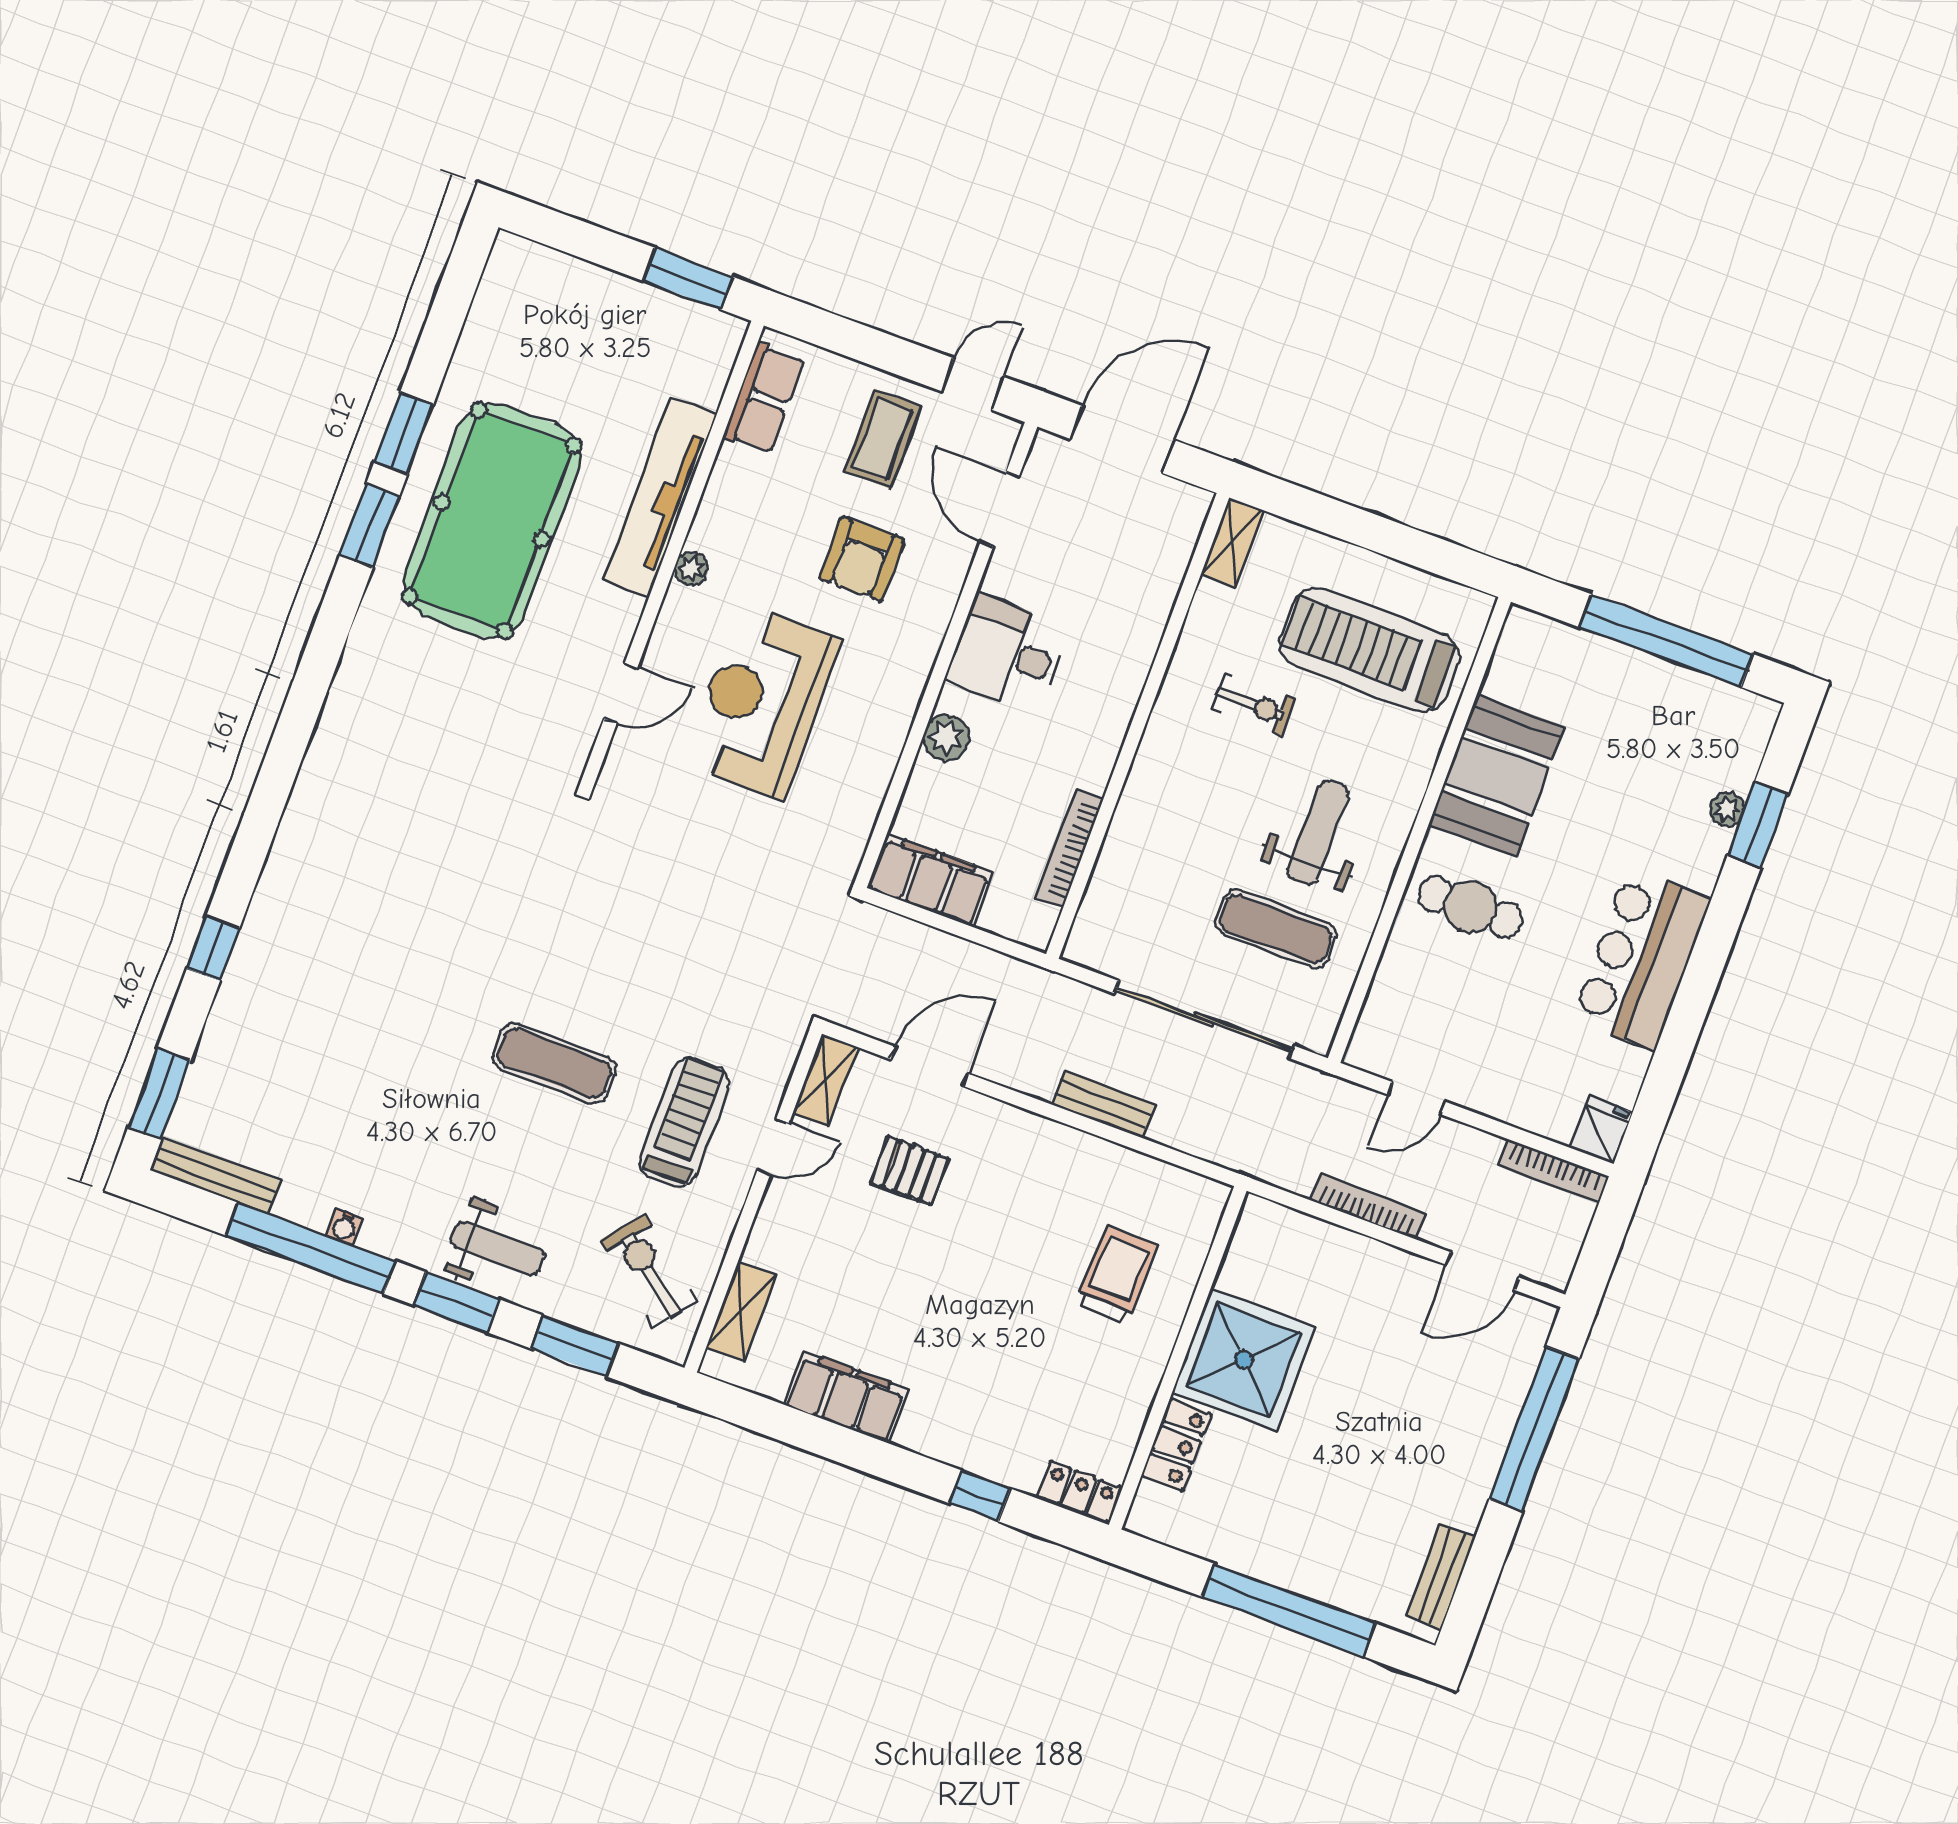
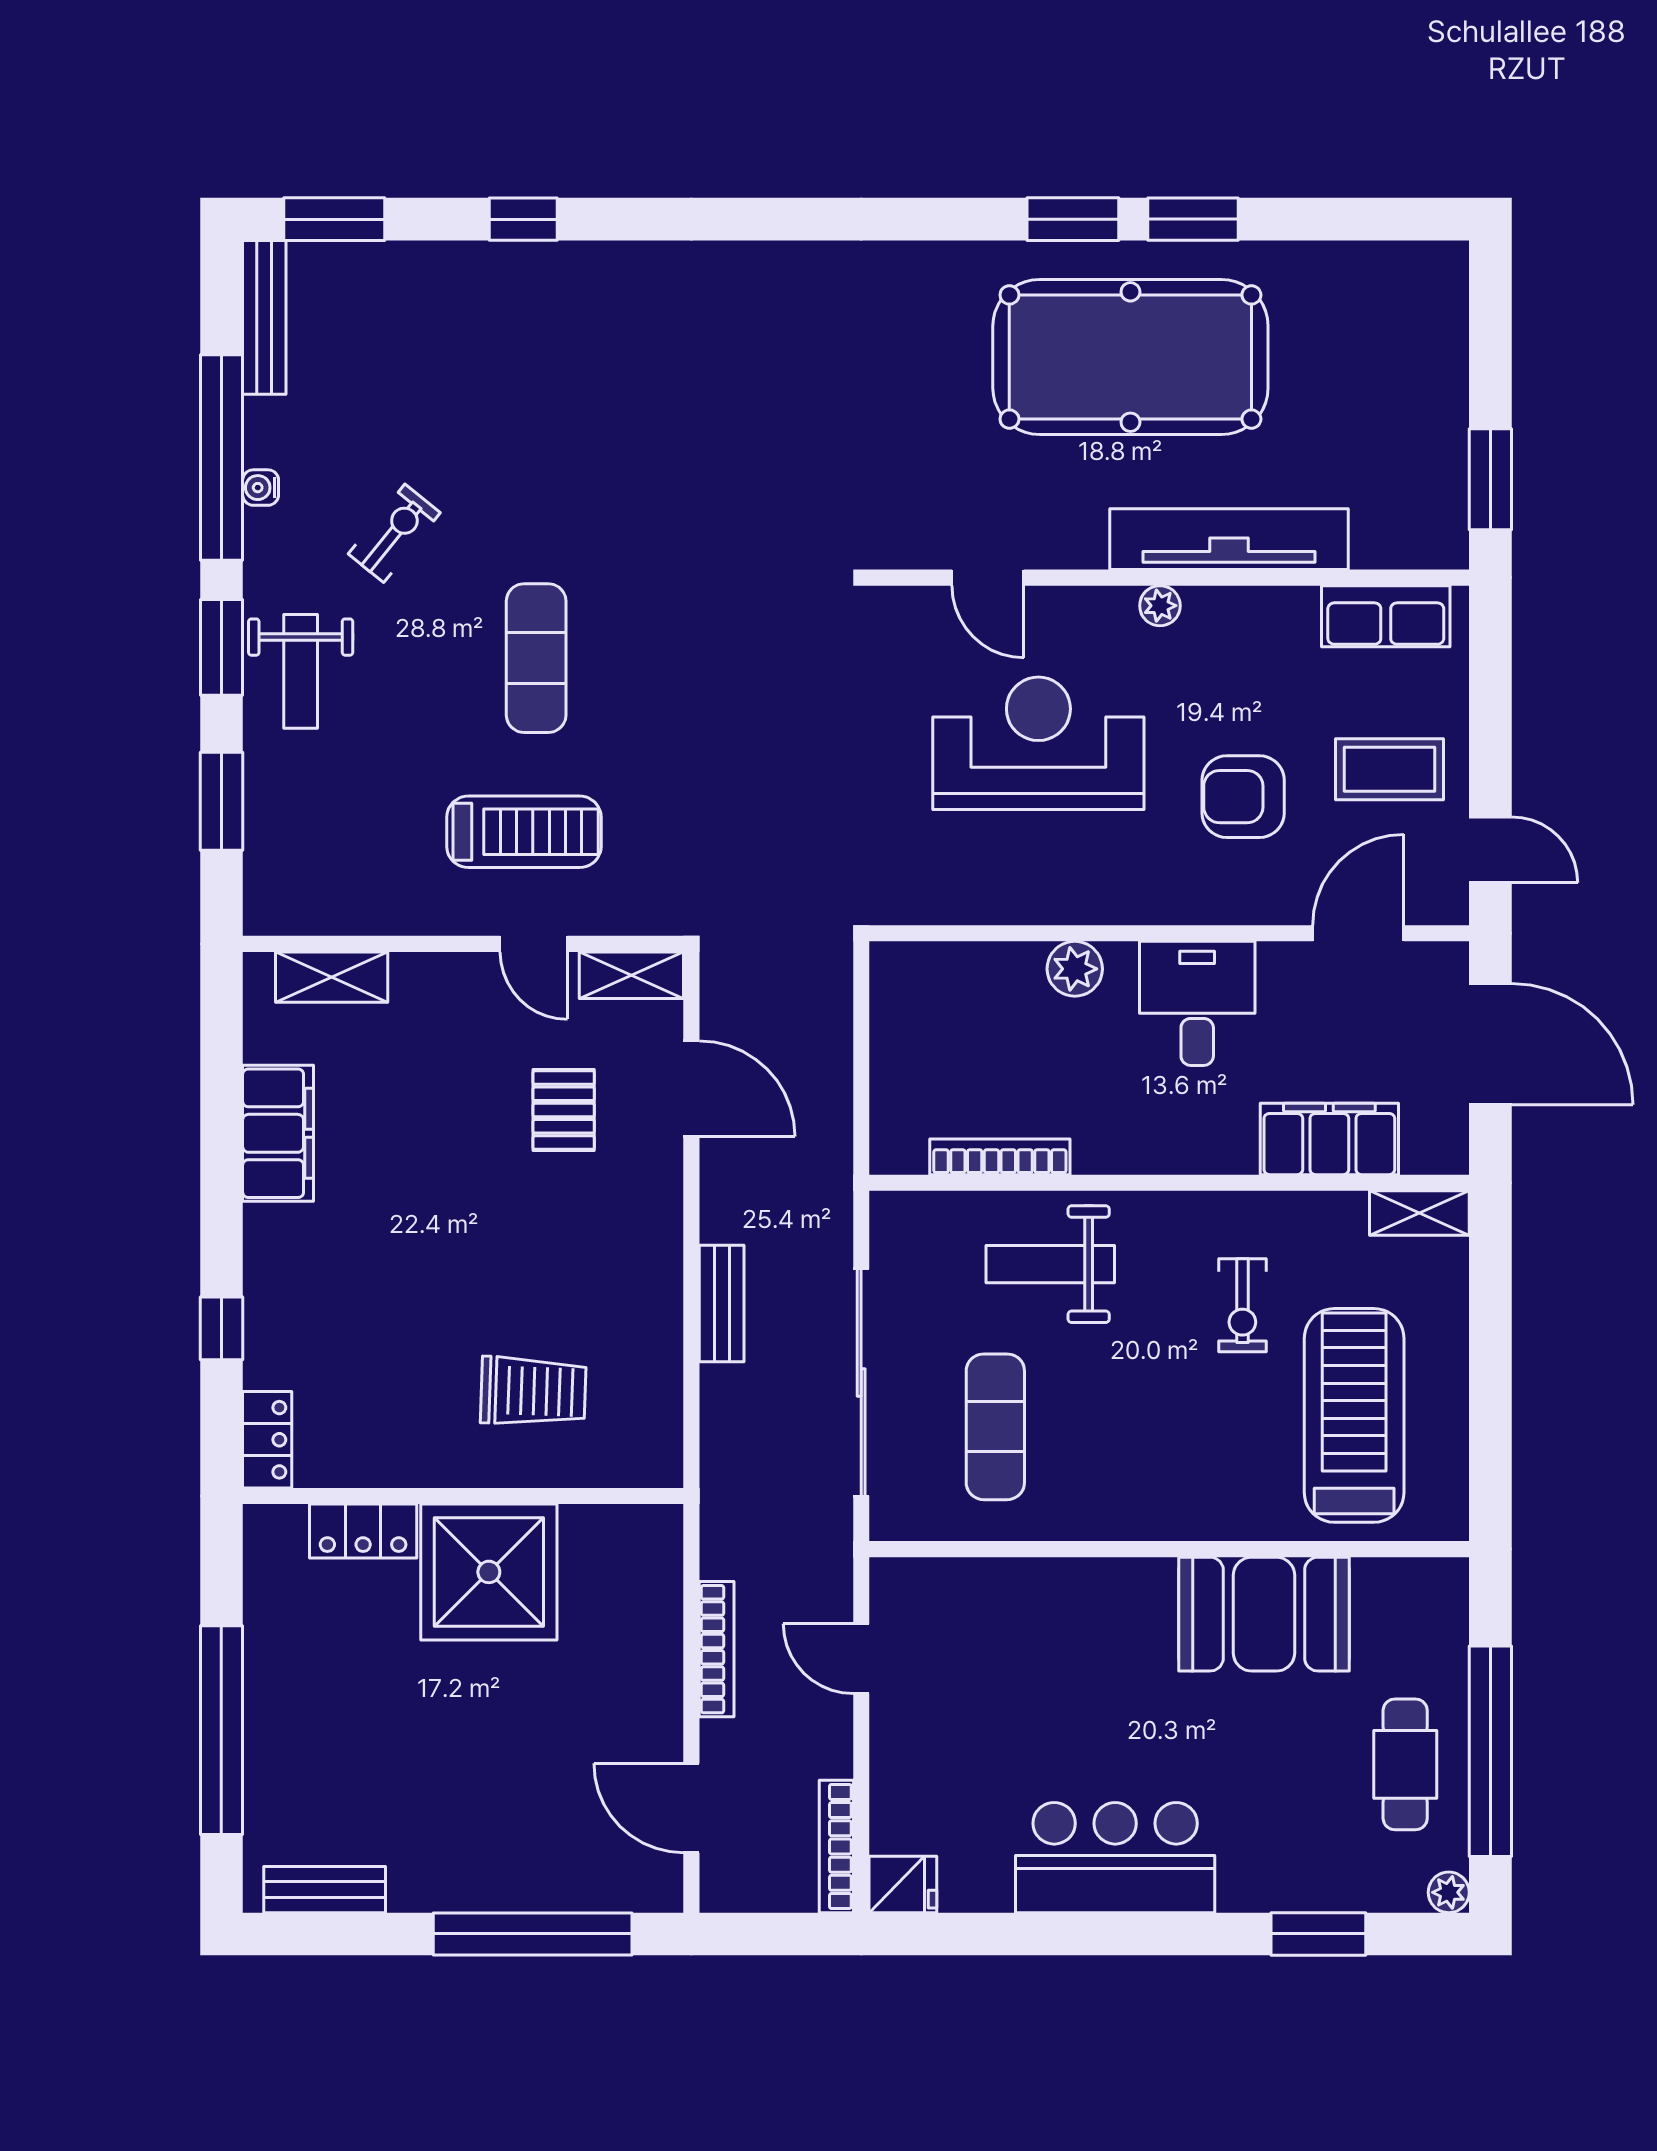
plant: (1727, 809) -> (1449, 1892), moved
weight bench: (1318, 833) -> (1050, 1264), moved, turned 180
filing cabinet: (930, 880) -> (1329, 1139), moved, turned -90
cafe table: (1471, 907) -> (1405, 1764), moved
exercise bike: (649, 1271) -> (394, 533), moved, width x0.73, depth x0.72

